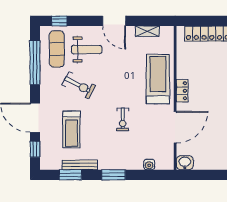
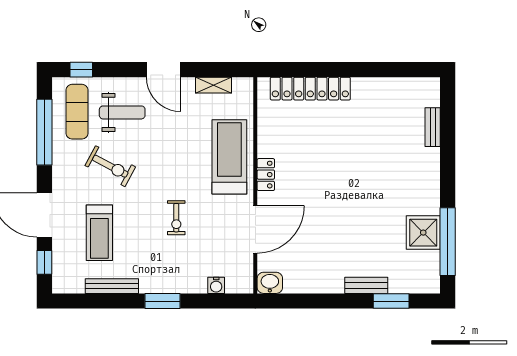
window: (70, 175) -> (98, 301), removed

